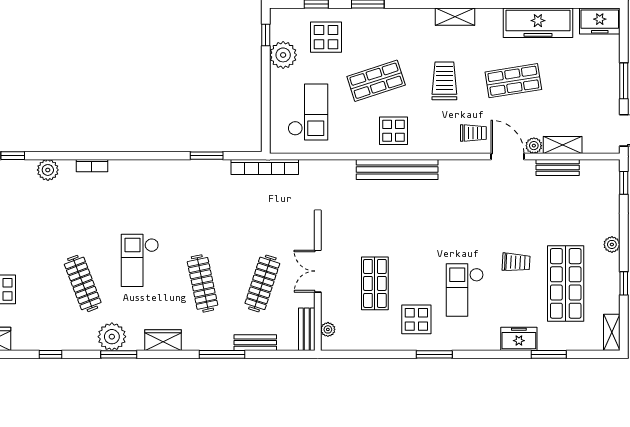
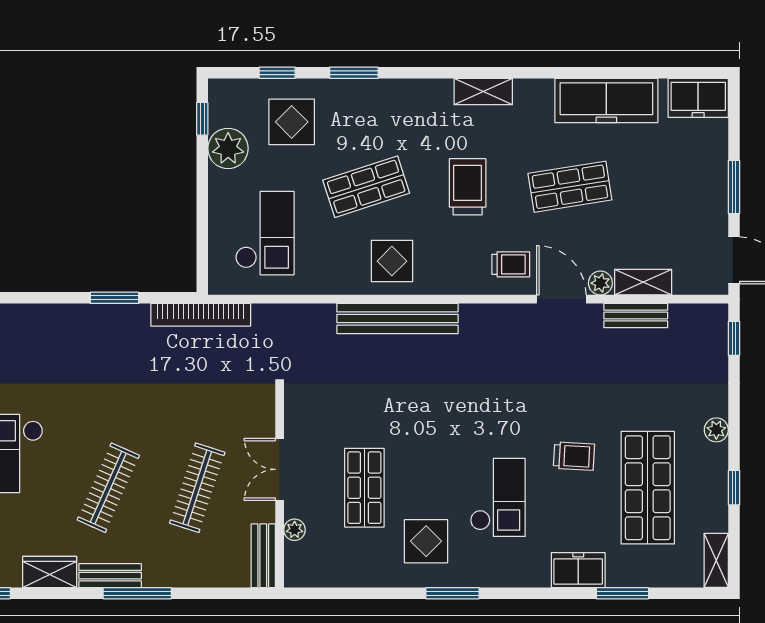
clothes rail: (202, 283) -> (108, 488), turned 36
checkout: (465, 290) -> (498, 497), turned 180
plant: (328, 329) -> (295, 530), moved
bench: (255, 343) -> (110, 576), moved

